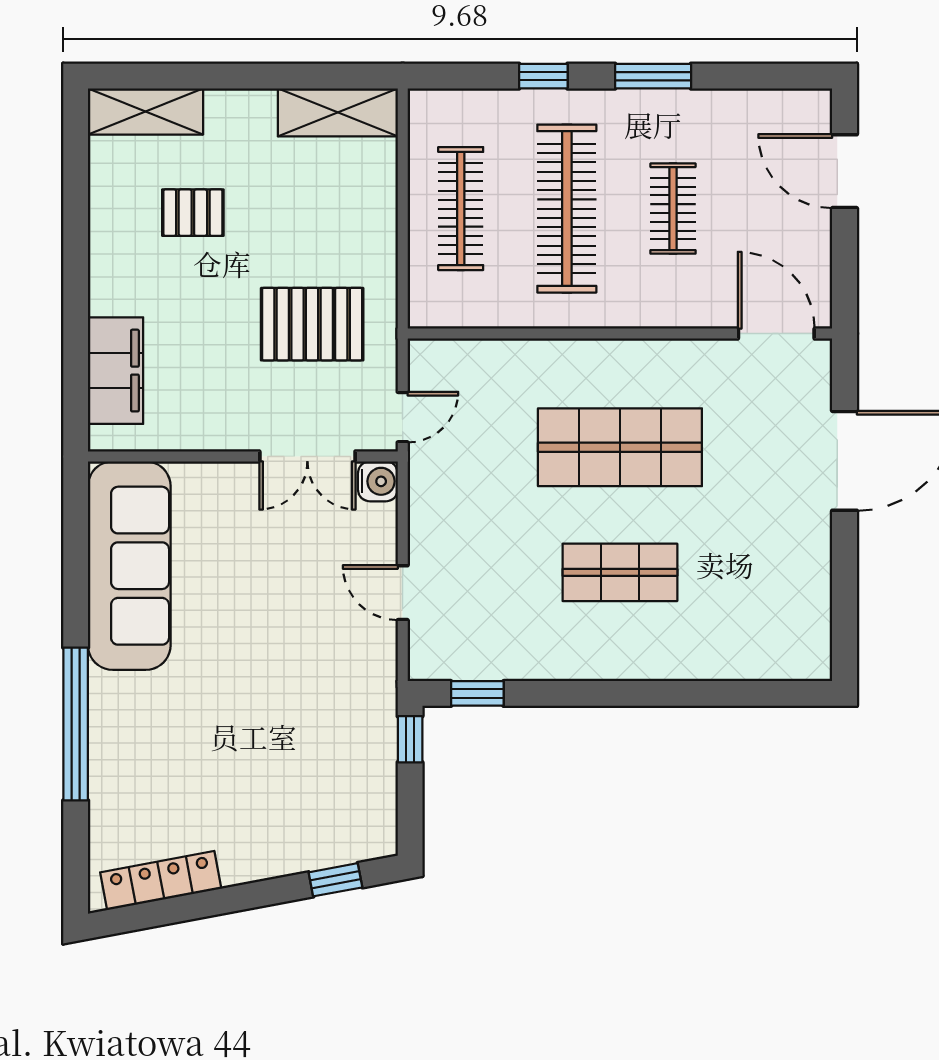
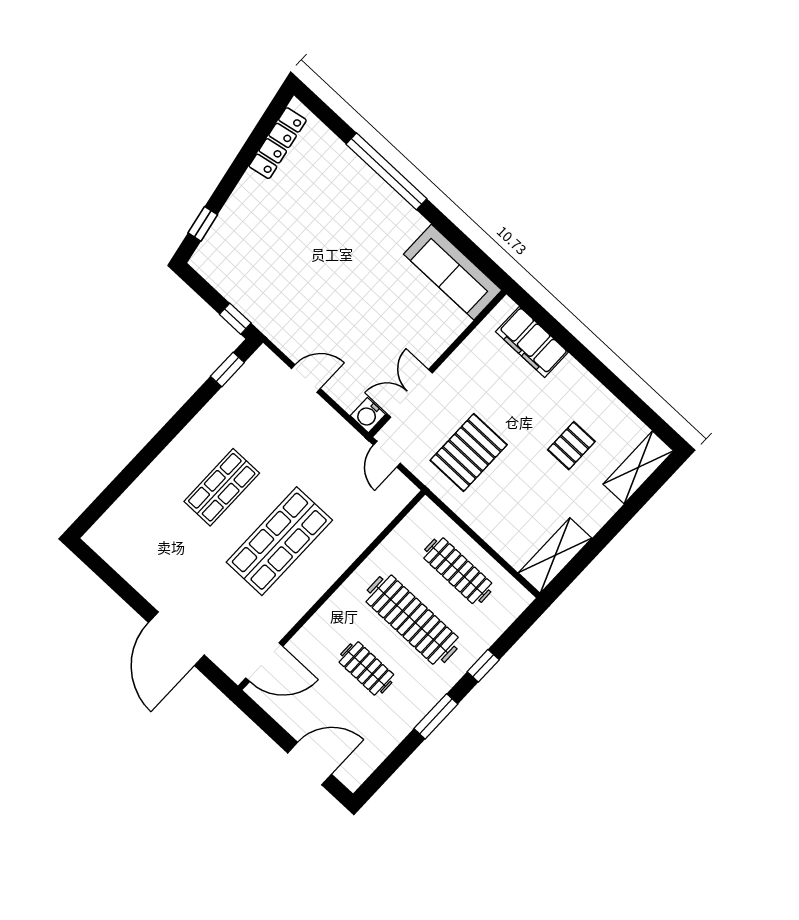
sofa: (129, 566) -> (453, 272), width x0.74, depth x0.79

